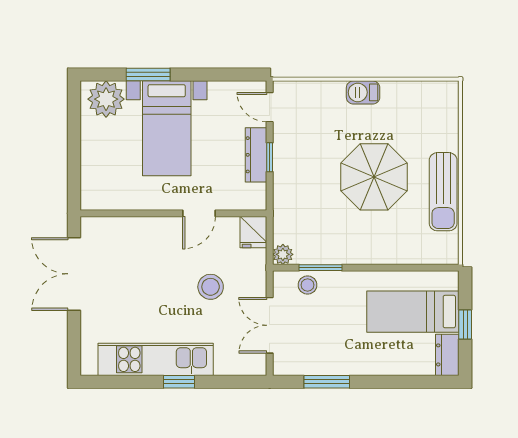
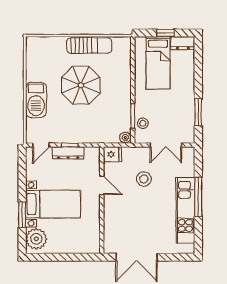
barbecue: (363, 92) -> (36, 100), width x1.88, depth x1.53
window: (179, 382) -> (198, 197), width x2.17

